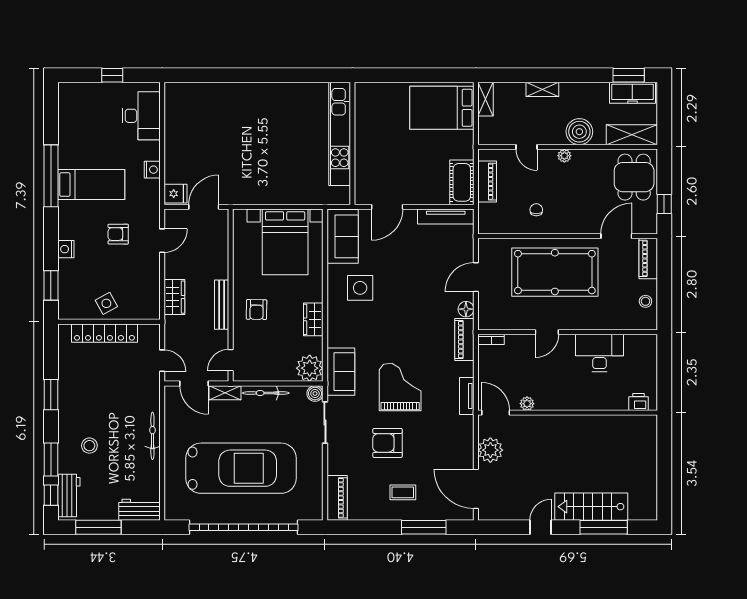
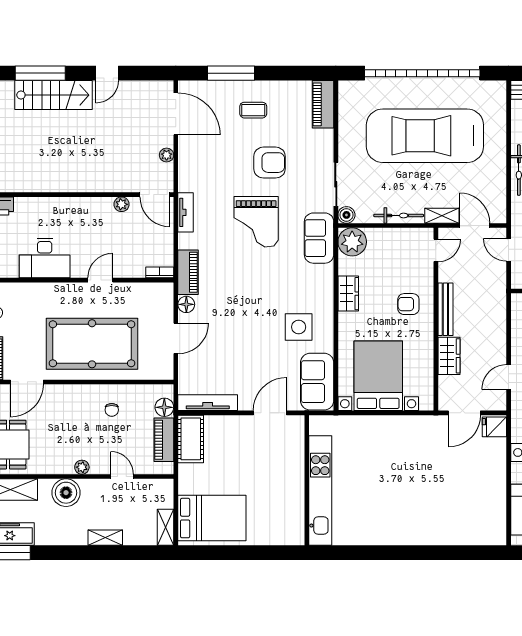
floor lamp: (487, 212) -> (164, 407), added
wardrobe: (174, 297) -> (449, 356), moved, turned 180
armchair: (257, 310) -> (408, 304), turned -91
plant: (490, 450) -> (167, 155), width x0.53, depth x0.53

